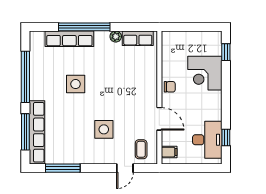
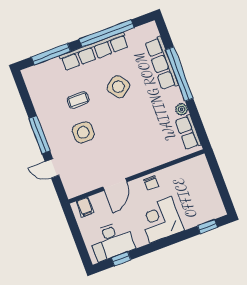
corner desk: (205, 73) -> (161, 220), moved
side table: (76, 84) -> (118, 87), turned -38
row of seats: (37, 132) -> (94, 51), moved
coffee table: (141, 149) -> (78, 100), moved
window: (63, 168) -> (39, 135), moved

